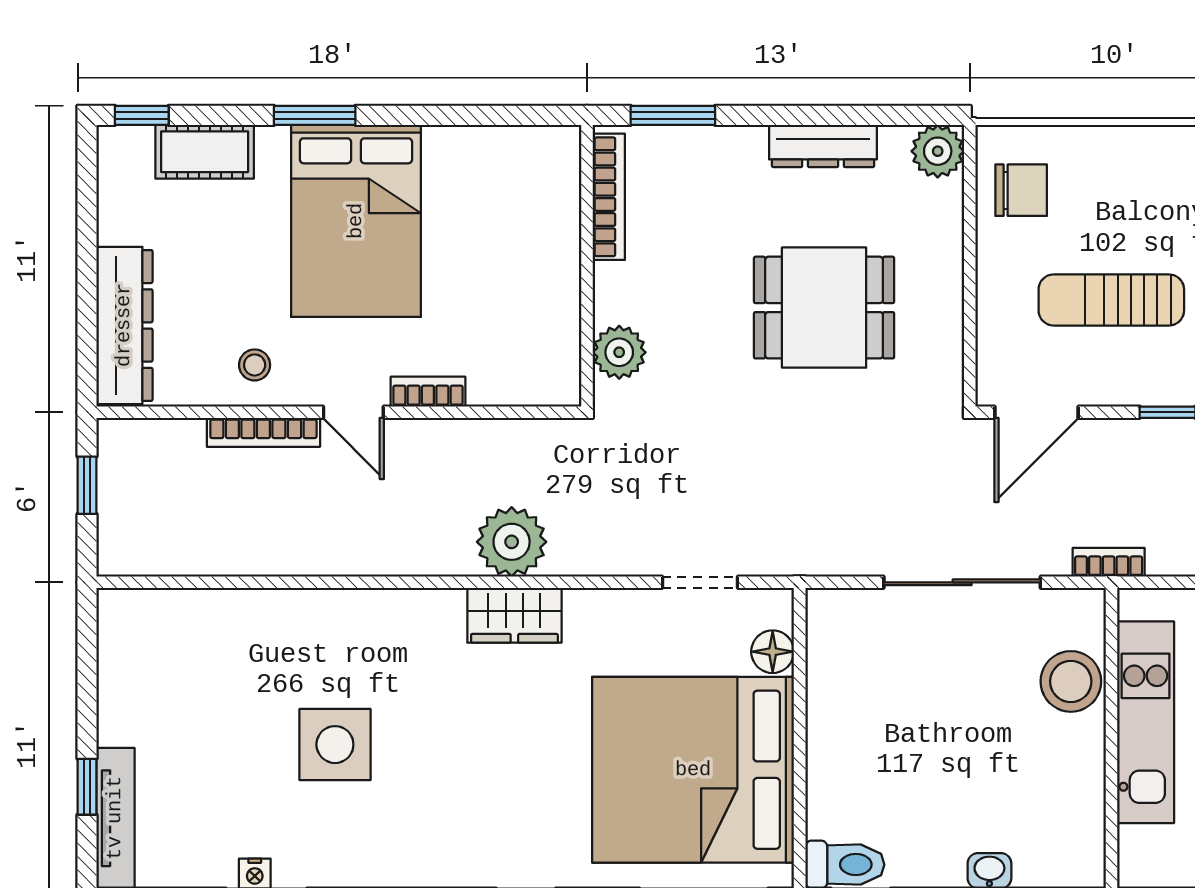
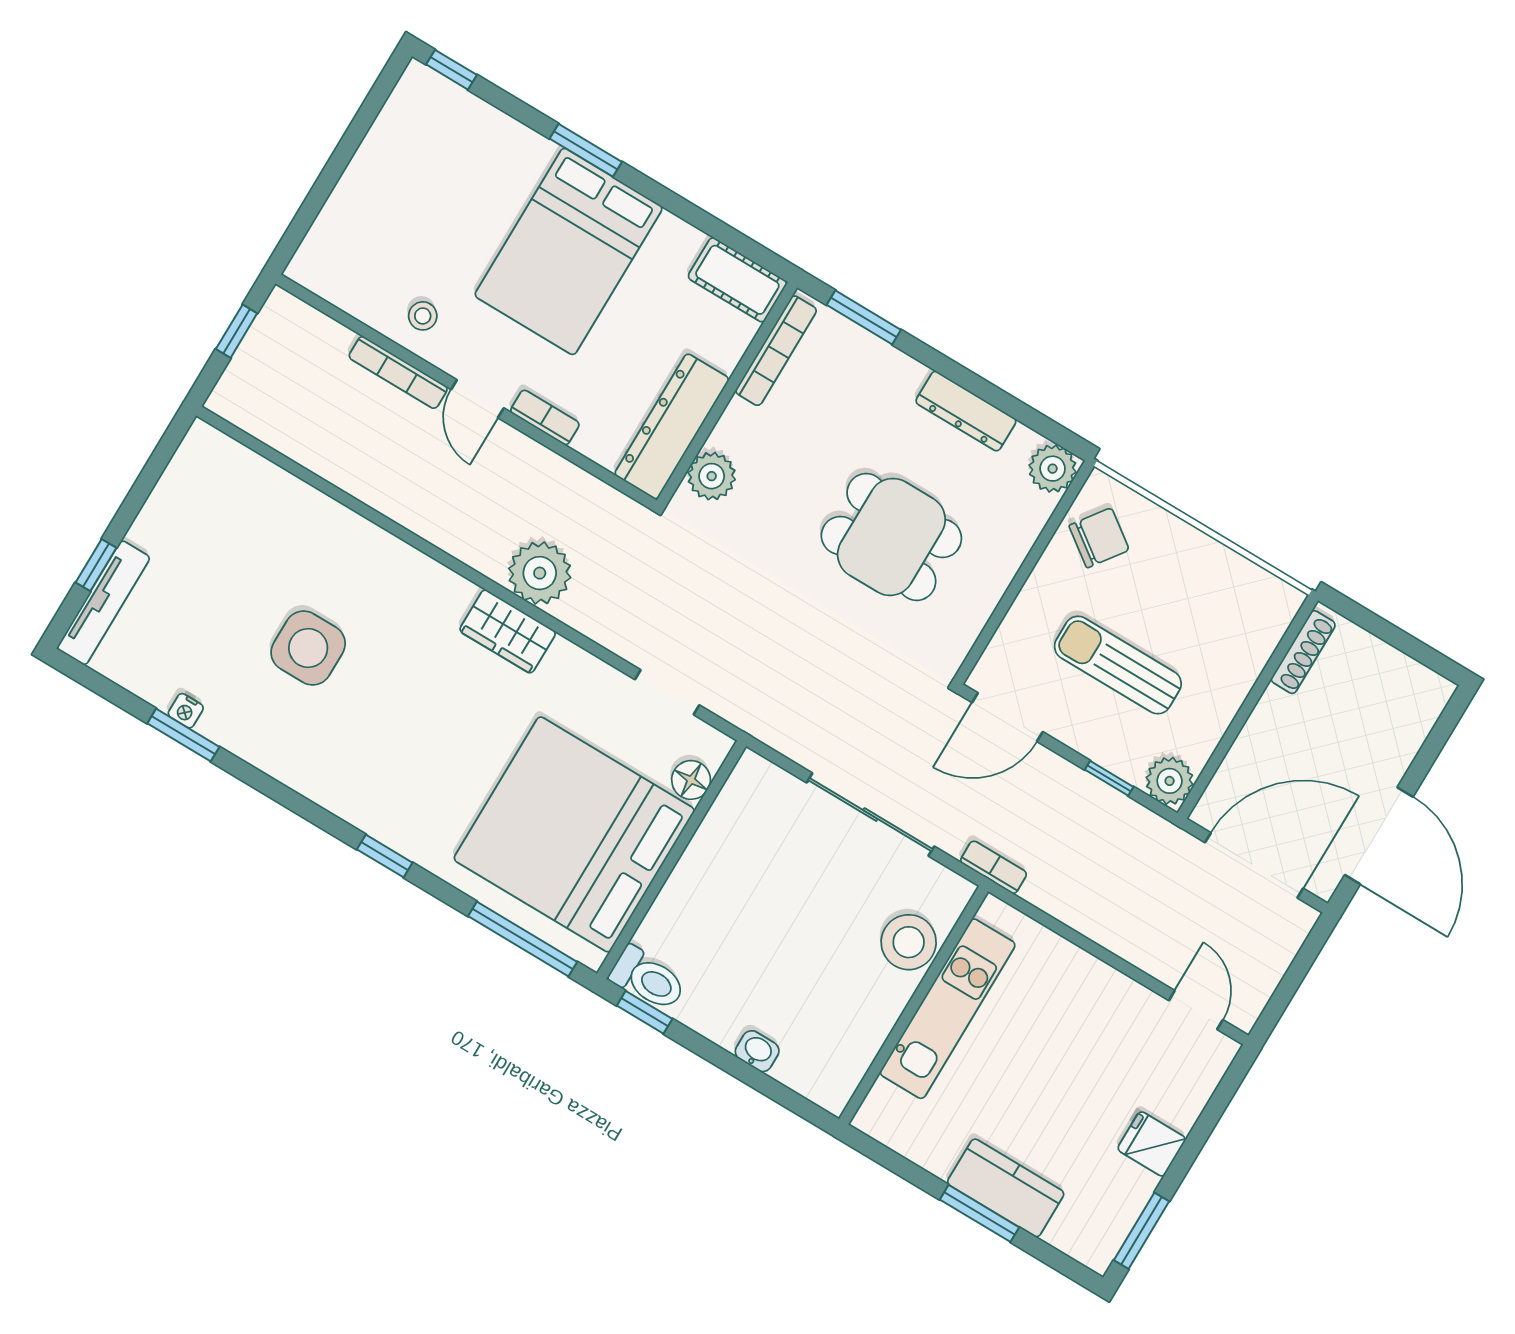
cot: (205, 152) -> (737, 280), moved
chair: (1021, 190) -> (1099, 538), turned -54
dresser: (124, 325) -> (672, 426), moved, turned 180

